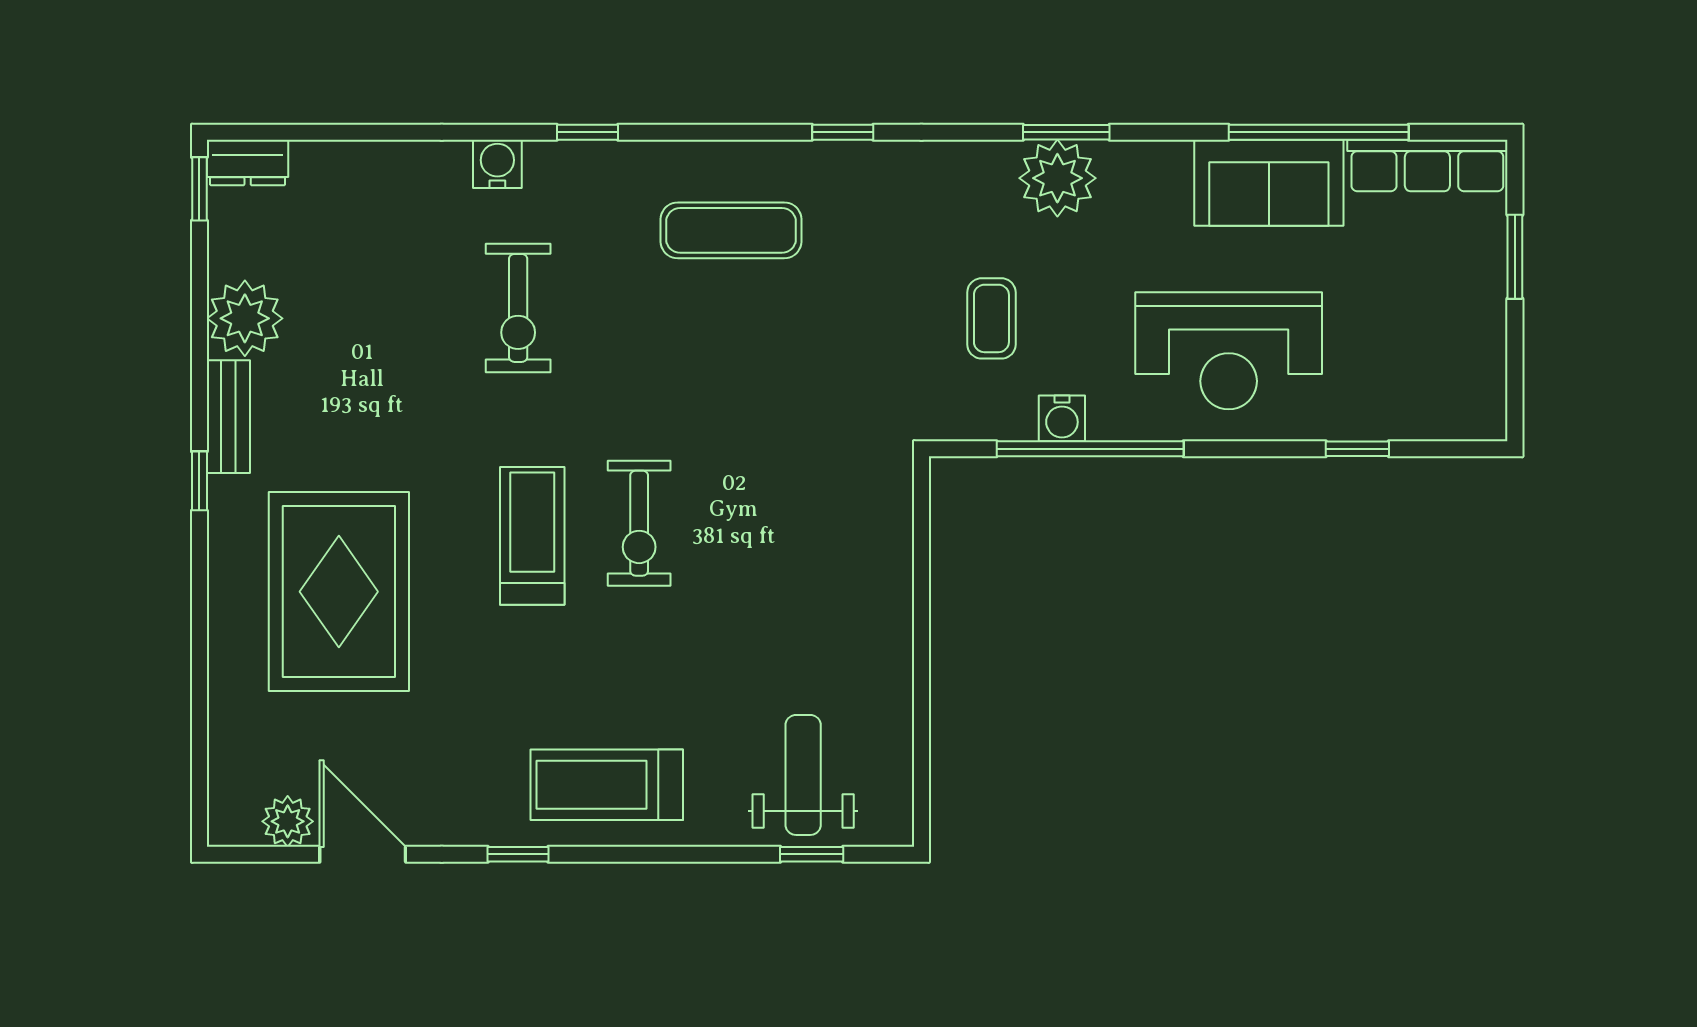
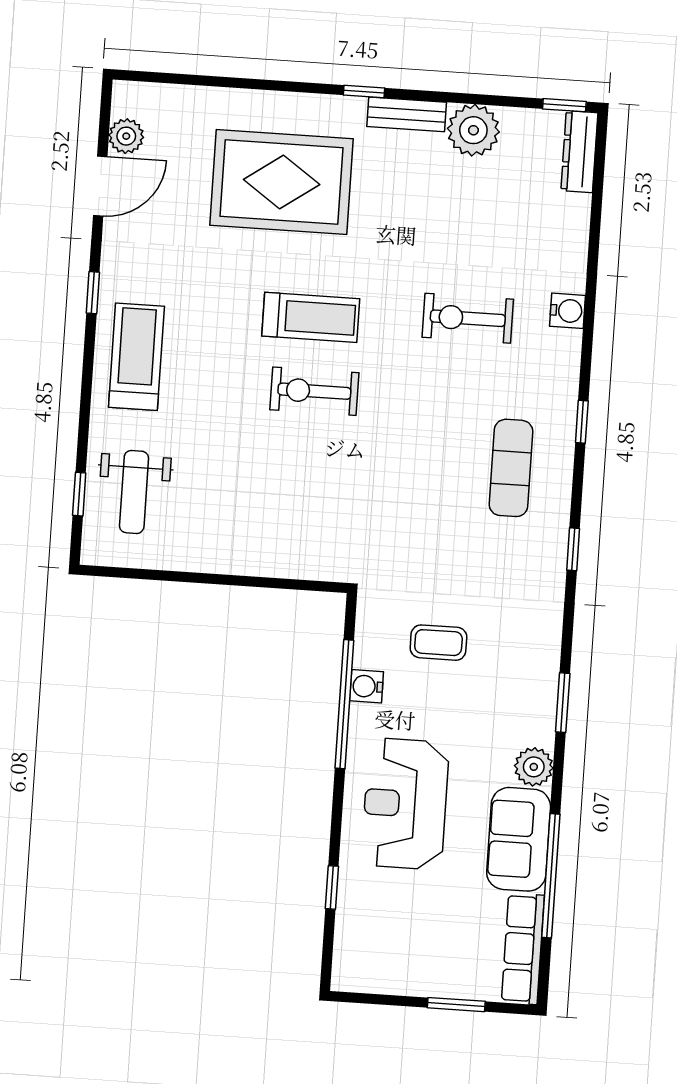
window: (587, 132) -> (582, 422), moved
dresser: (248, 163) -> (579, 152), width x1.44
plant: (1057, 178) -> (534, 767), moved, width x0.73, depth x0.73
weight bench: (803, 775) -> (134, 492), turned 90

